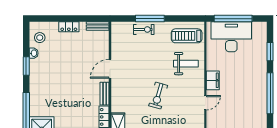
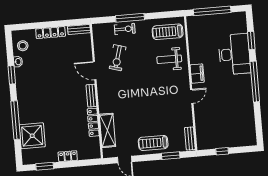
locker: (69, 27) -> (51, 33), width x1.53
desk: (231, 37) -> (234, 54), moved, turned 90
weight bench: (186, 64) -> (169, 59), turned 180
door: (110, 69) -> (95, 71), hinge flipped
exercise bike: (158, 96) -> (118, 58), moved

